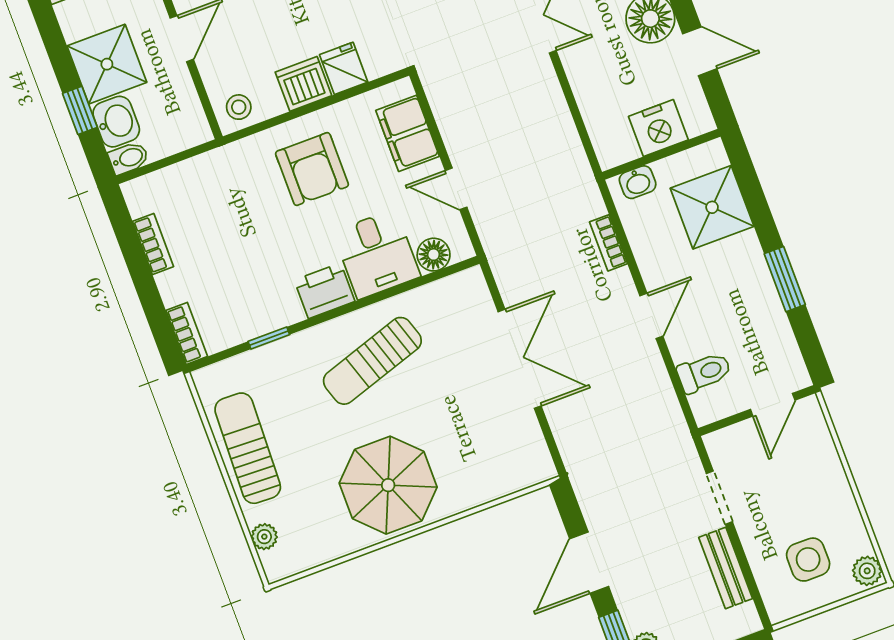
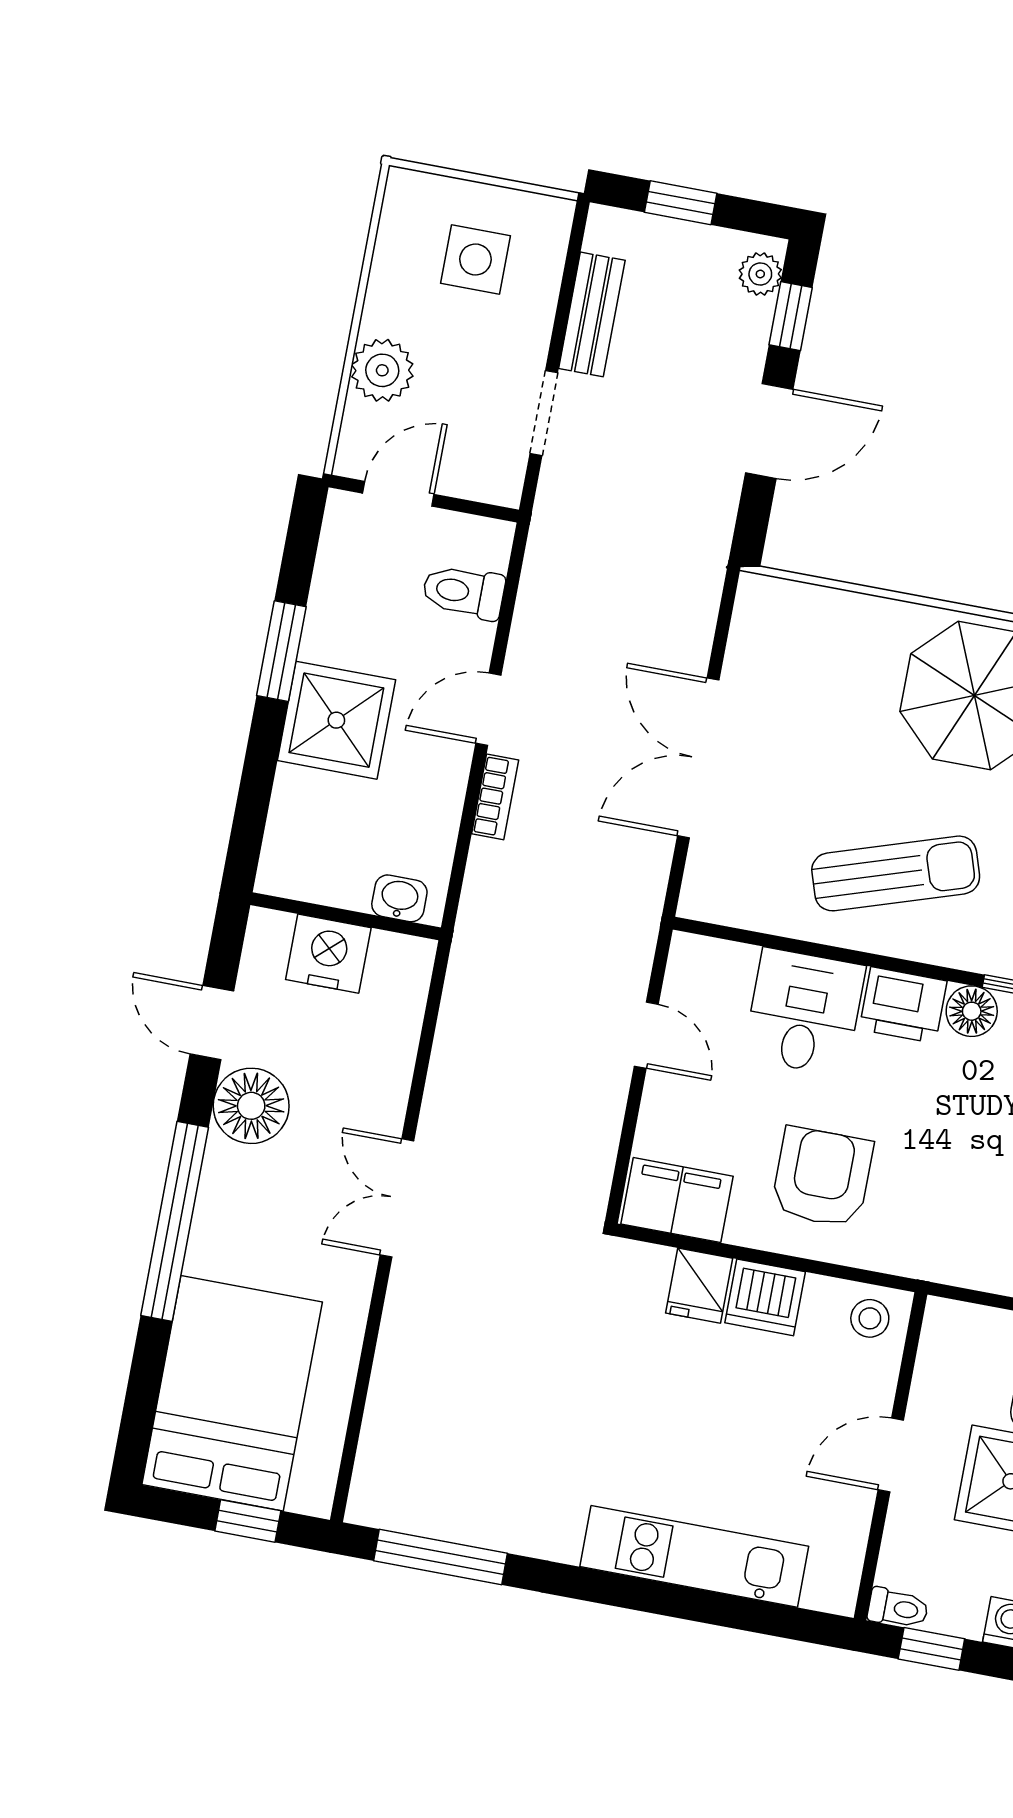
filing cabinet: (408, 133) -> (677, 1200), moved, turned -90
shower: (712, 207) -> (336, 720), moved
bookcase: (608, 243) -> (495, 797), moved
floor lamp: (434, 255) -> (972, 1011), moved
plant: (867, 571) -> (382, 370), moved, width x1.38, depth x1.38

